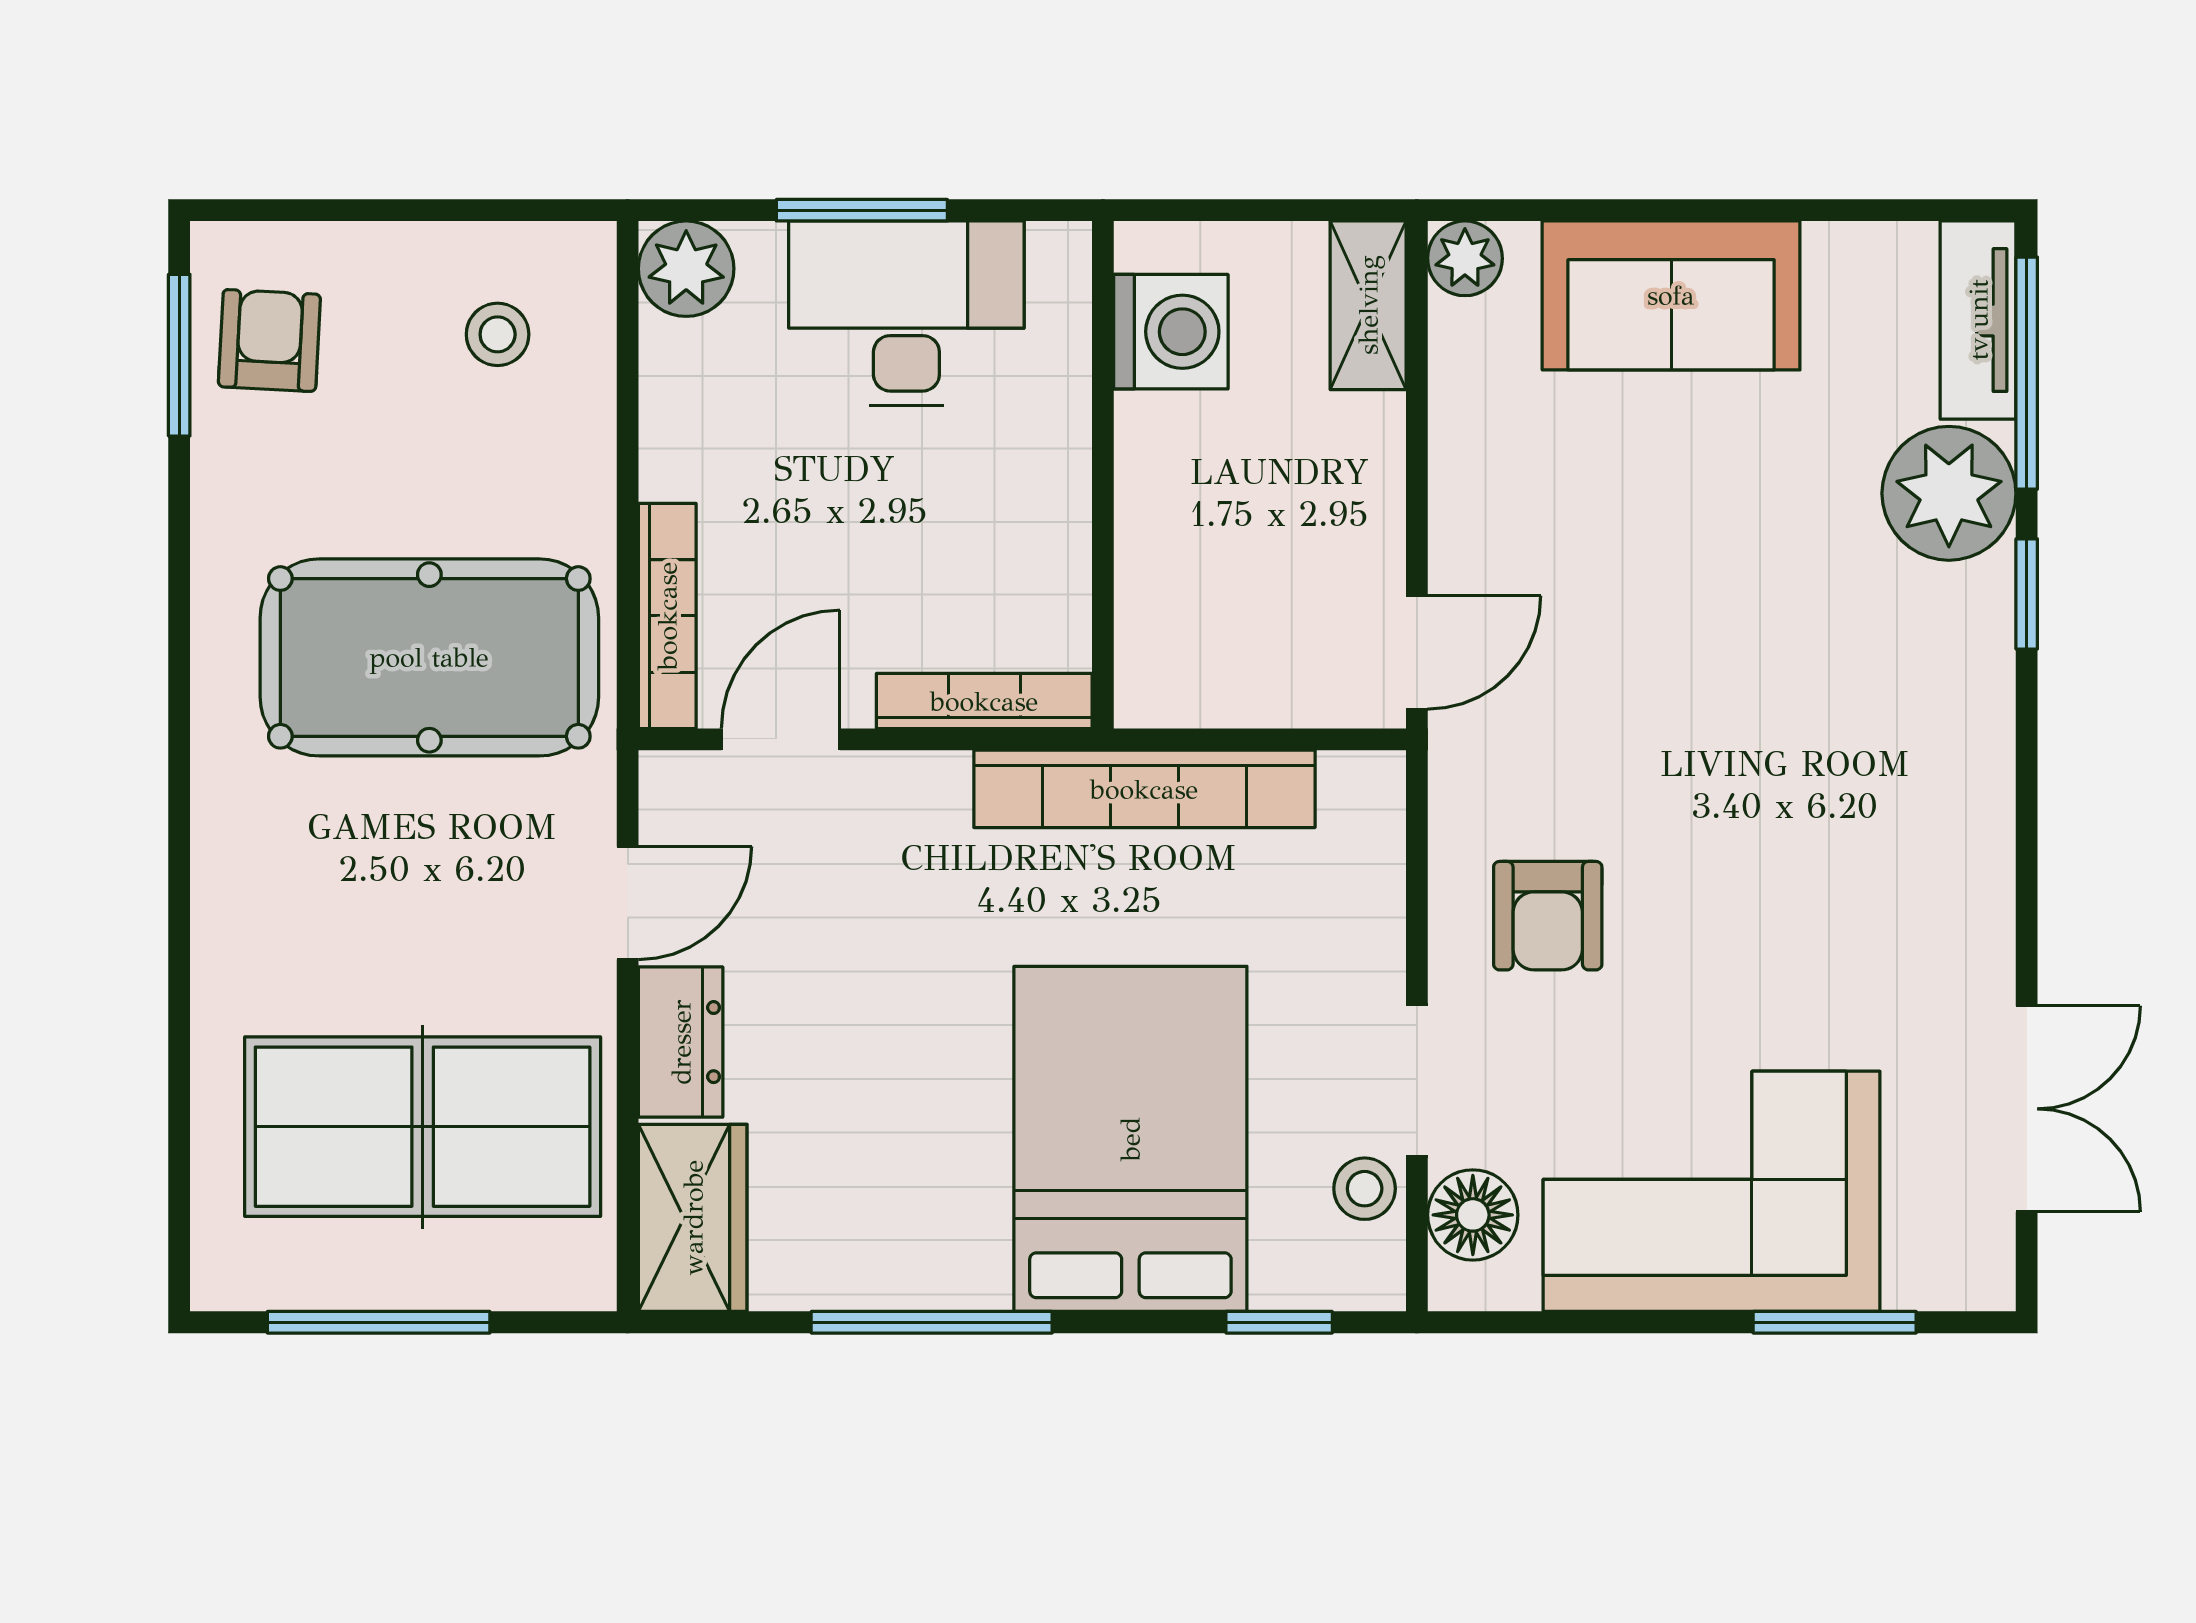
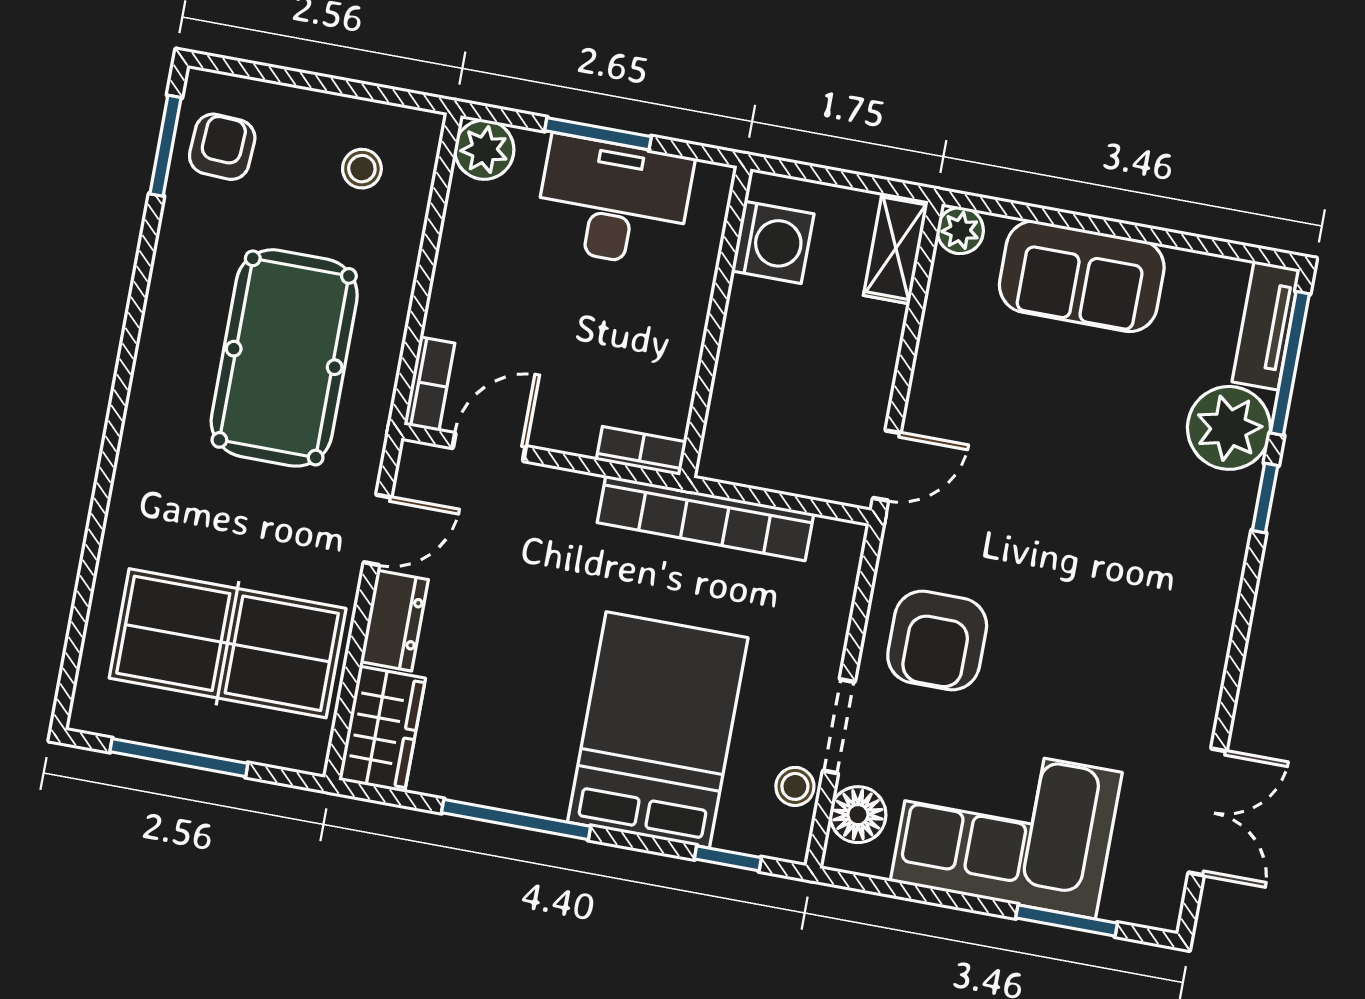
bookcase: (667, 616) -> (429, 384), width x0.64
pool table: (429, 657) -> (284, 358), turned 90
bookcase: (984, 701) -> (641, 451), width x0.64
armchair: (1548, 916) -> (937, 641), width x1.38, depth x1.38

